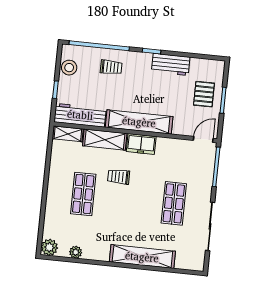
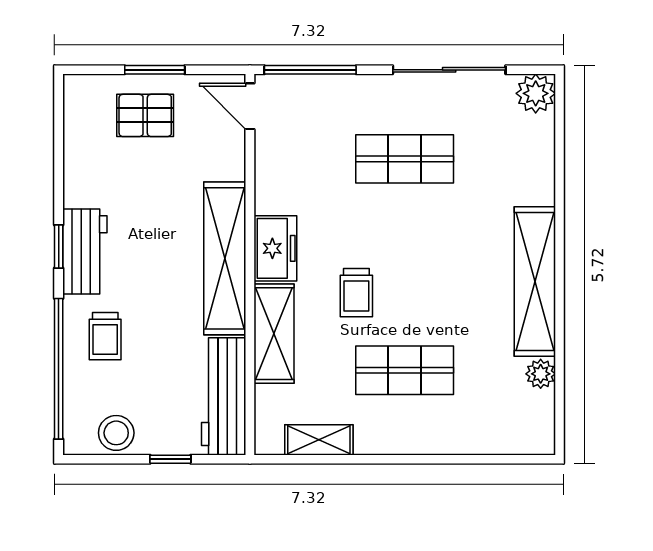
workbench: (171, 64) -> (85, 252), moved
trolley: (111, 67) -> (105, 336), turned 180
shelving: (68, 134) -> (319, 440), moved, turned 90
plant: (49, 247) -> (536, 93), moved
shelving: (142, 257) -> (535, 281), moved

